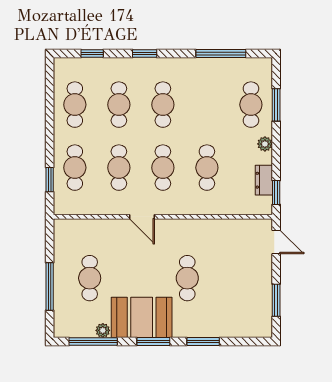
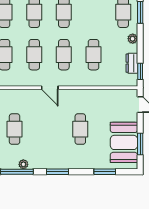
booth: (142, 317) -> (124, 142), moved, turned 90
window: (203, 341) -> (105, 172), moved

